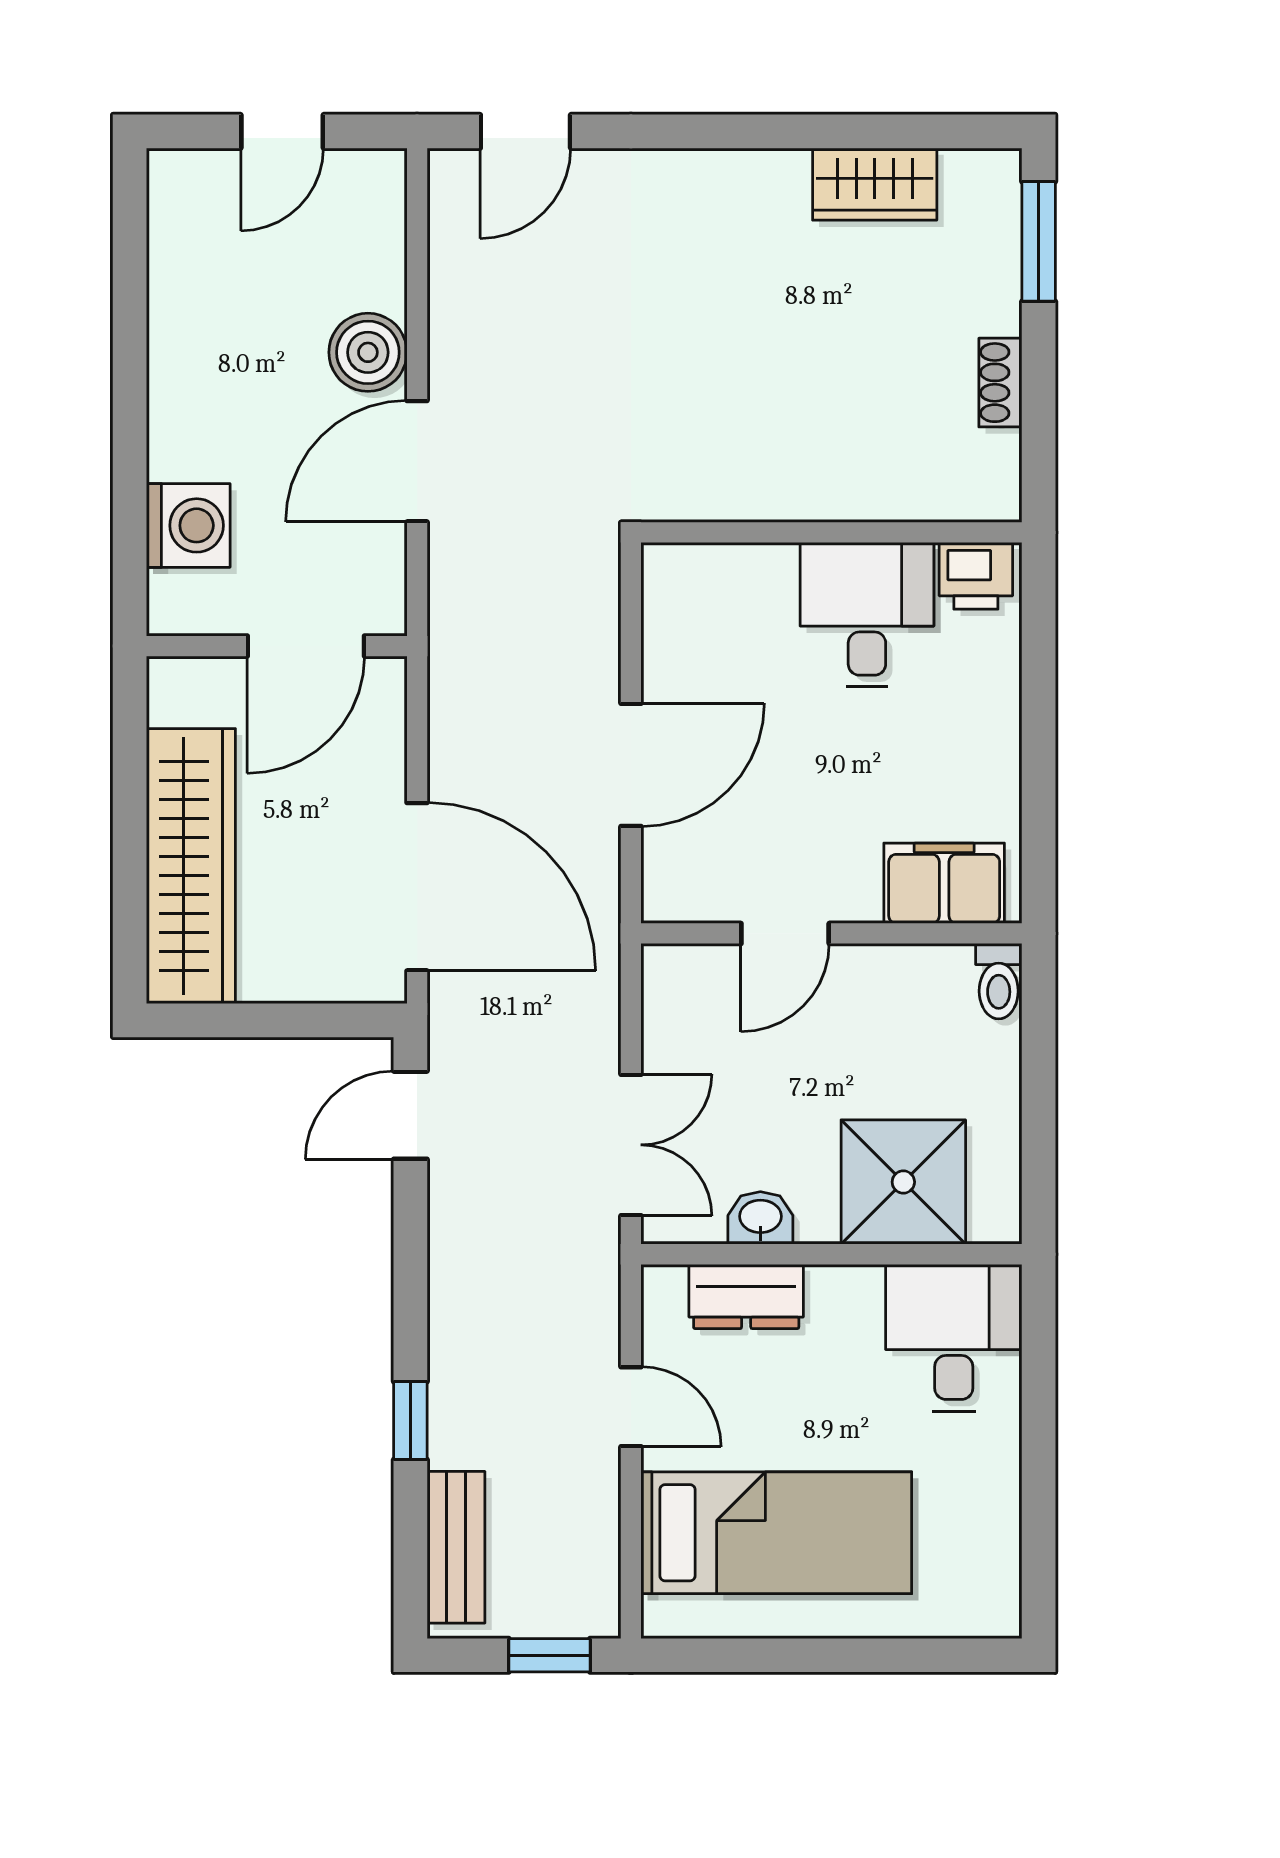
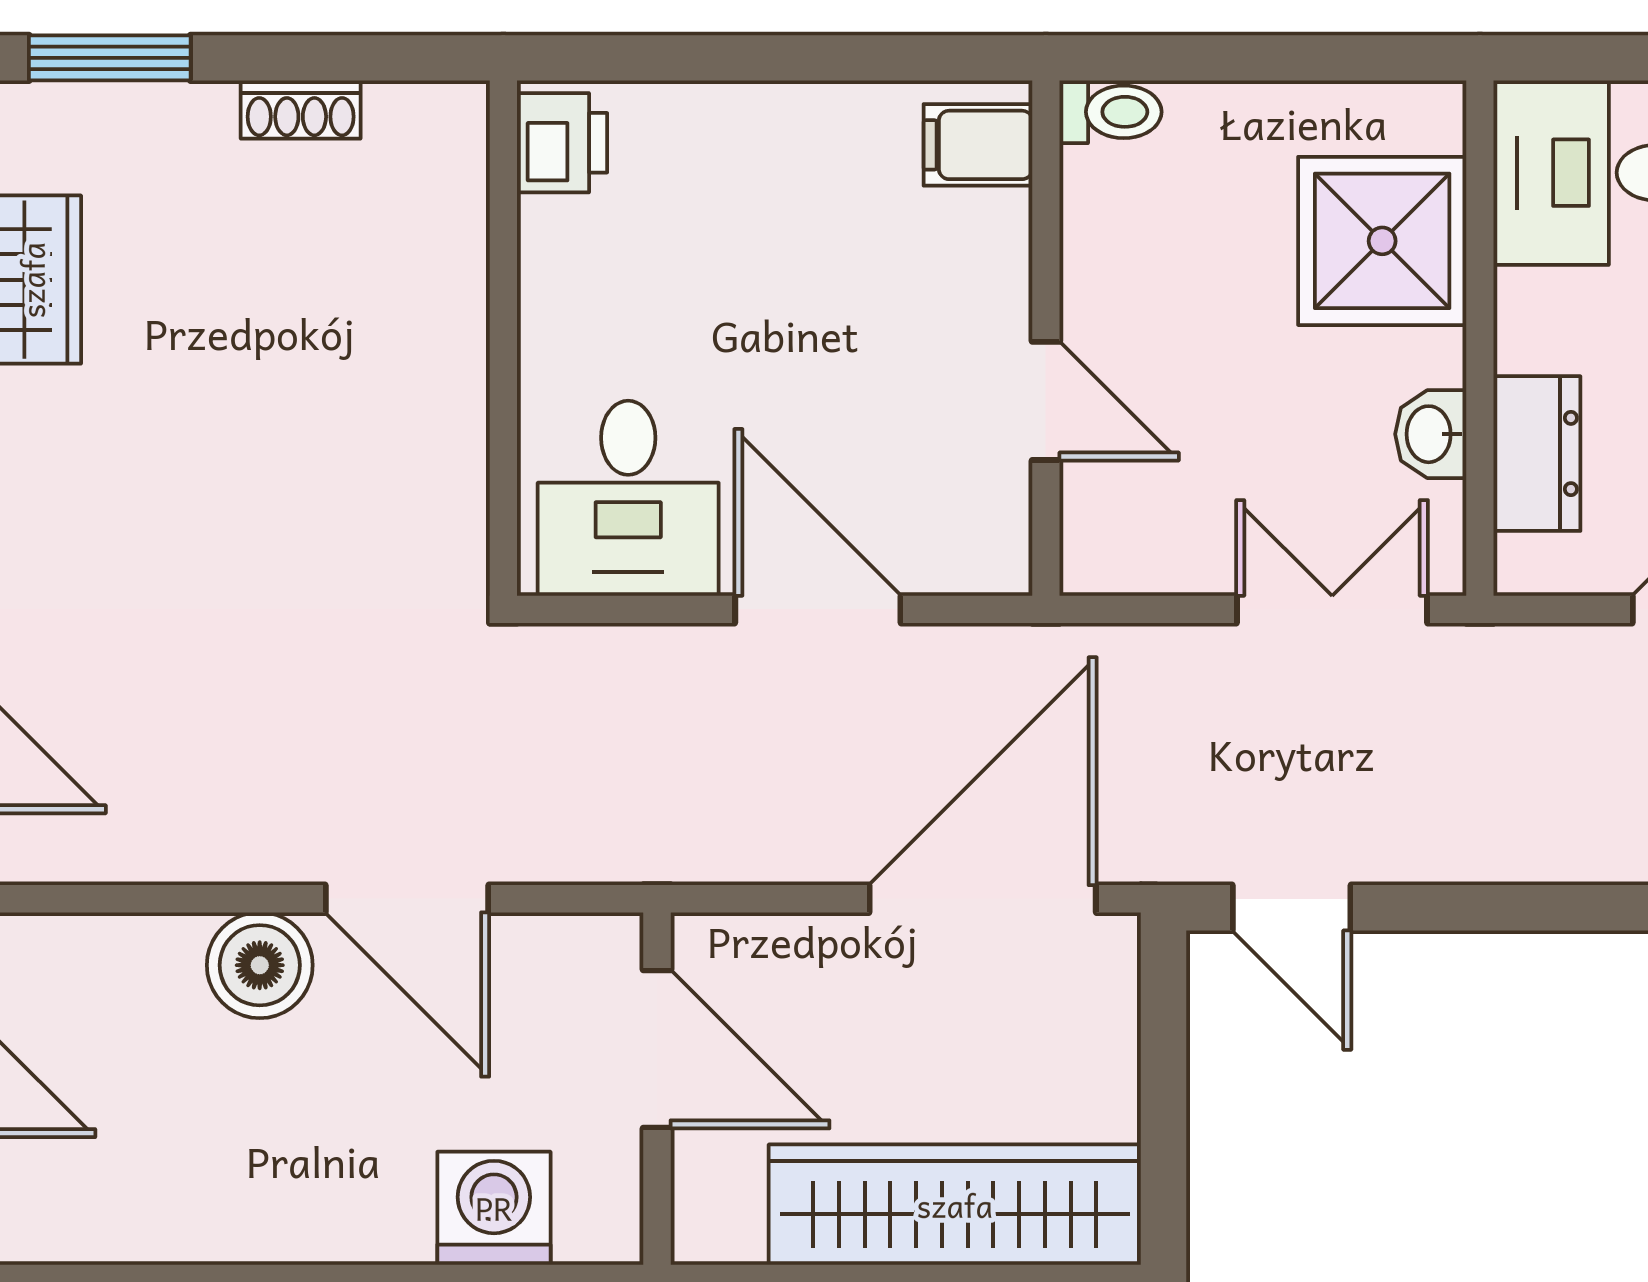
desk: (867, 615) -> (628, 498), moved, turned -90
filing cabinet: (944, 883) -> (978, 145), width x0.50

